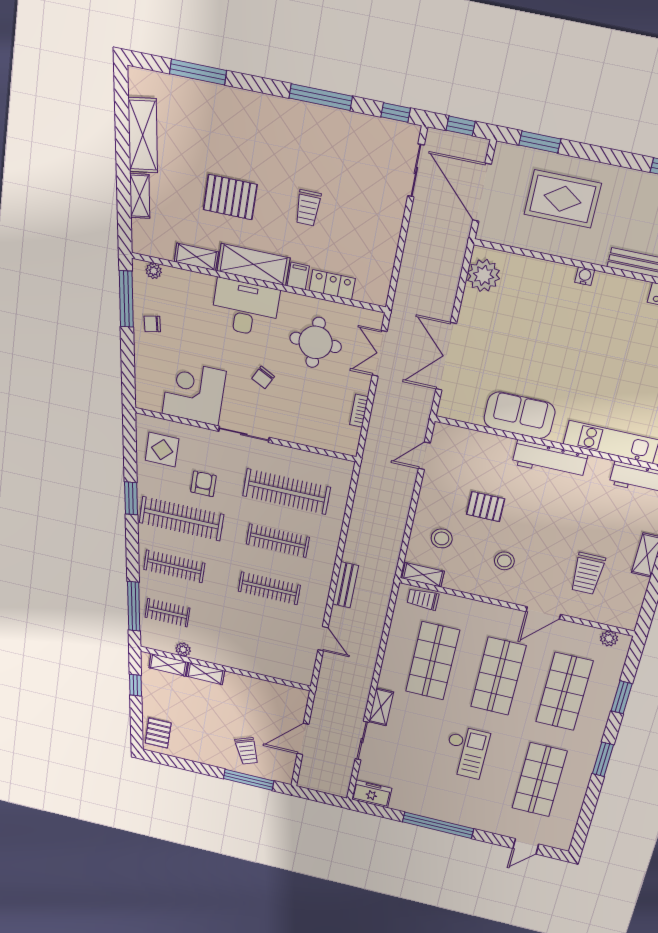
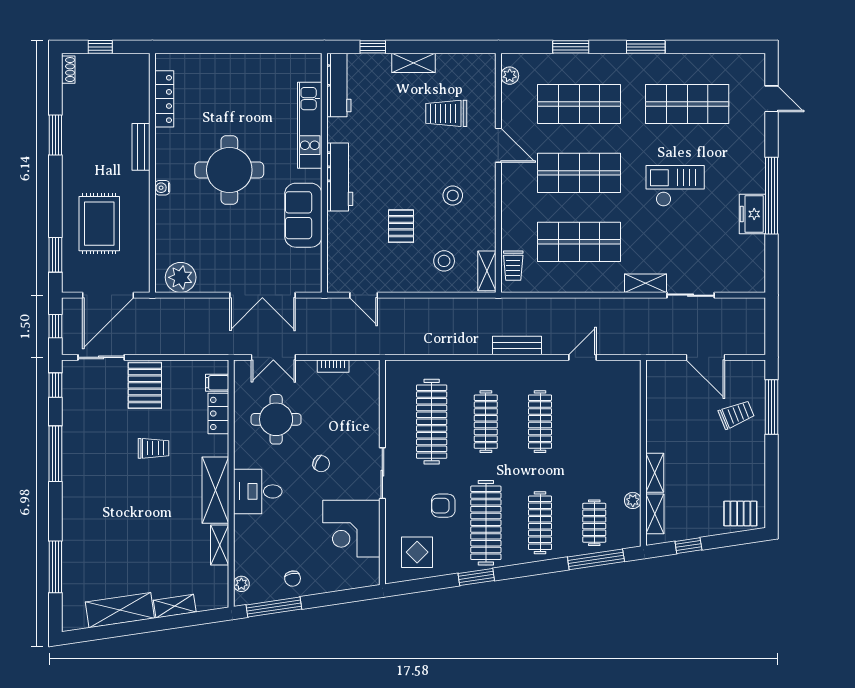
pallet: (230, 197) -> (145, 385), moved
filing cabinet: (298, 276) -> (217, 383), moved
desk: (245, 308) -> (258, 491), width x0.73
round table: (586, 351) -> (229, 170), added
trolley: (588, 573) -> (446, 113), turned 180
freezer: (372, 794) -> (752, 214), moved

